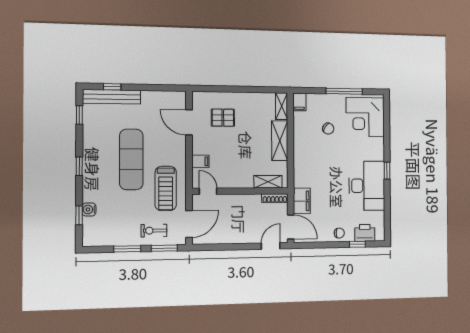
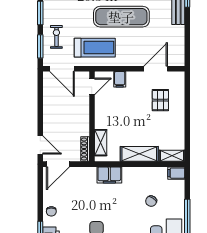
treadmill: (166, 188) -> (95, 48), turned 180
filing cabinet: (302, 201) -> (109, 175), moved

